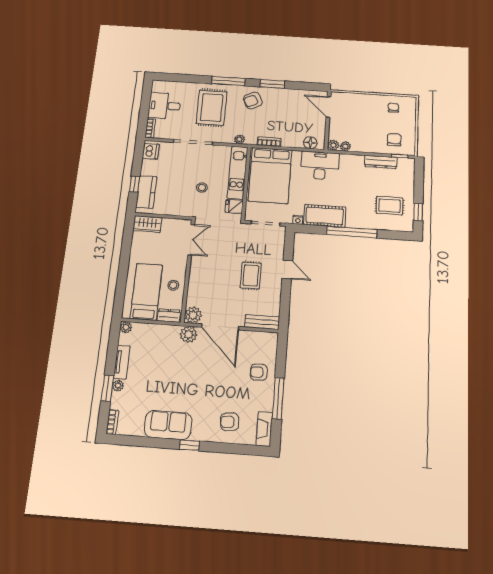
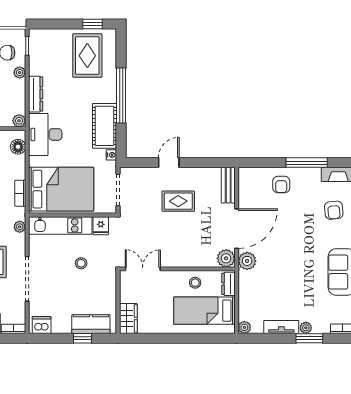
plant: (345, 146) -> (20, 73), moved
dresser: (381, 162) -> (36, 94), moved
rug: (390, 206) -> (87, 56), width x1.36, depth x1.43

